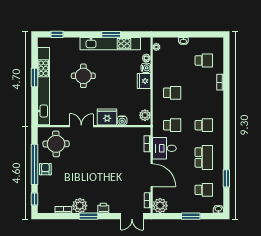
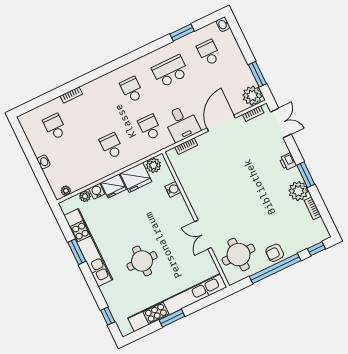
fridge: (107, 117) -> (136, 177), moved, turned -90
window: (191, 216) -> (257, 74), moved

